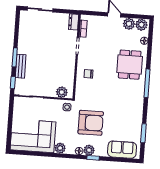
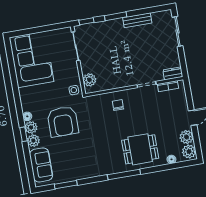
bench: (21, 66) -> (137, 20), moved
plant: (60, 148) -> (33, 141), moved

